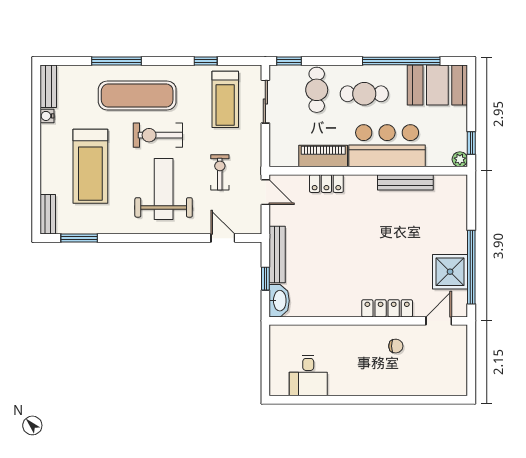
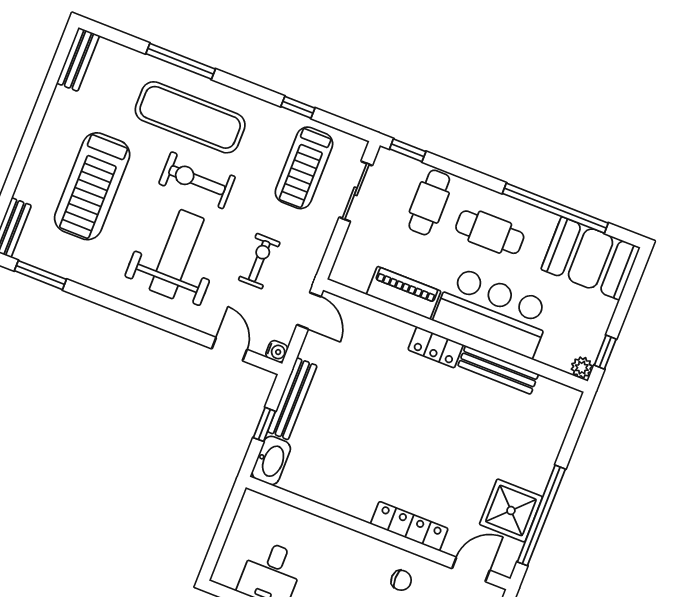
water cooler: (47, 116) -> (277, 351), moved, turned 180
locker: (326, 184) -> (436, 347), moved

